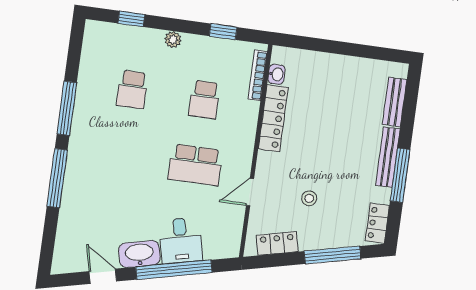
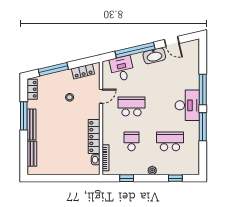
school desk: (132, 90) -> (170, 141), width x1.85
desk: (90, 153) -> (187, 105), added
desk: (181, 241) -> (122, 69), moved

